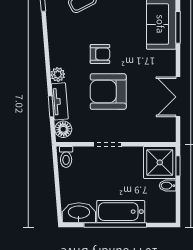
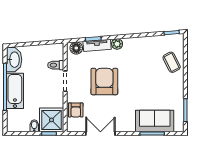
armchair: (100, 54) -> (76, 110), moved
toilet: (66, 157) -> (56, 65), moved

